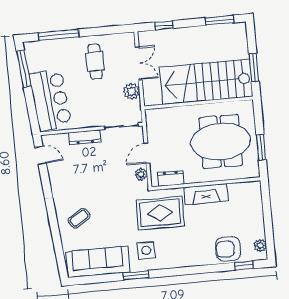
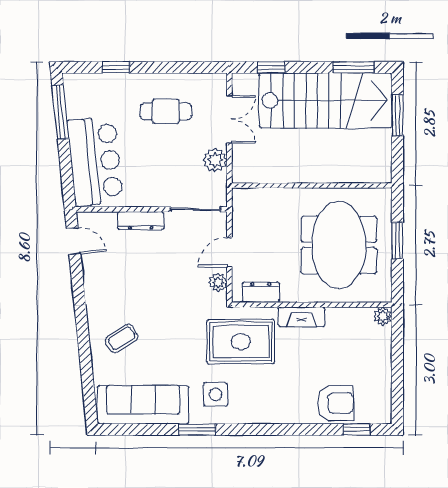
window: (59, 35) -> (116, 67), width x0.46
cafe table: (95, 62) -> (166, 111), turned 90
window: (254, 67) -> (397, 115), moved
stairs: (206, 82) -> (326, 100), moved, turned 180
meeting table: (221, 141) -> (339, 245), turned 90
window: (261, 147) -> (397, 241), moved
fireplace: (206, 194) -> (302, 317), width x0.73, depth x0.76
plant: (260, 246) -> (383, 316), moved
armchair: (228, 249) -> (335, 403), turned 180

